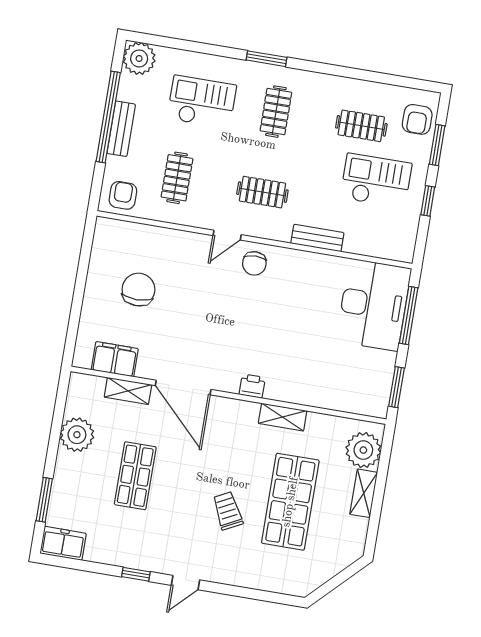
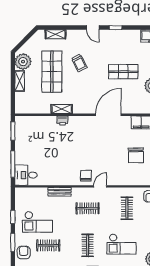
desk: (374, 305) -> (26, 175), width x0.53, depth x0.77
printer: (252, 386) -> (62, 121), moved
door: (183, 388) -> (108, 115), hinge flipped
shelving: (128, 391) -> (55, 34), moved
plant: (363, 450) -> (23, 62), moved
shop shelf: (135, 476) -> (123, 72), turned 90
door: (185, 583) -> (93, 28), swing flipped

